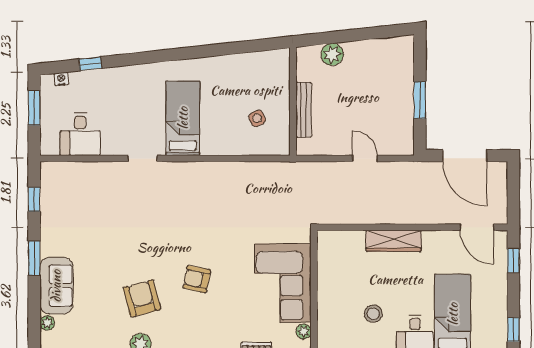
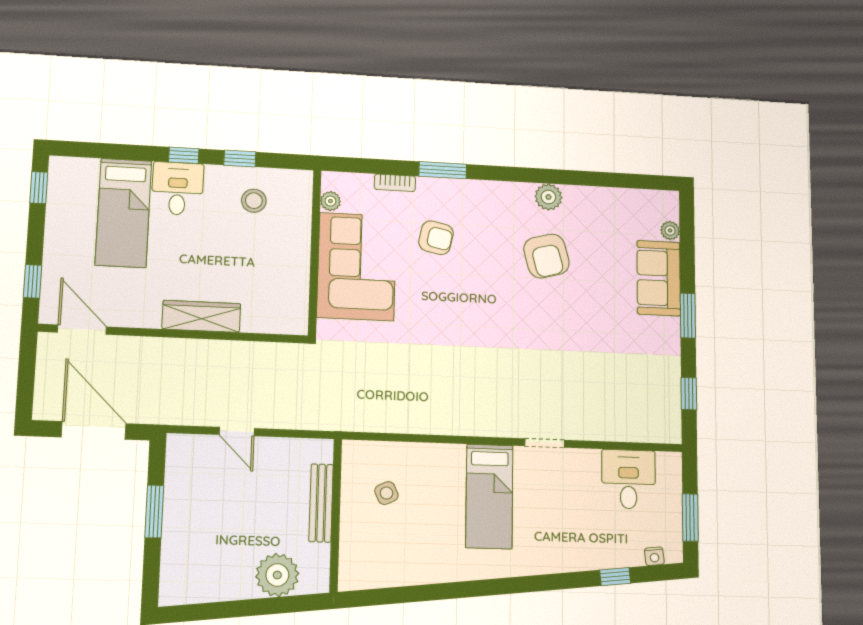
plant: (332, 54) -> (277, 575), width x1.36, depth x1.36
armchair: (197, 279) -> (436, 238), moved
stool: (373, 314) -> (254, 201), moved

